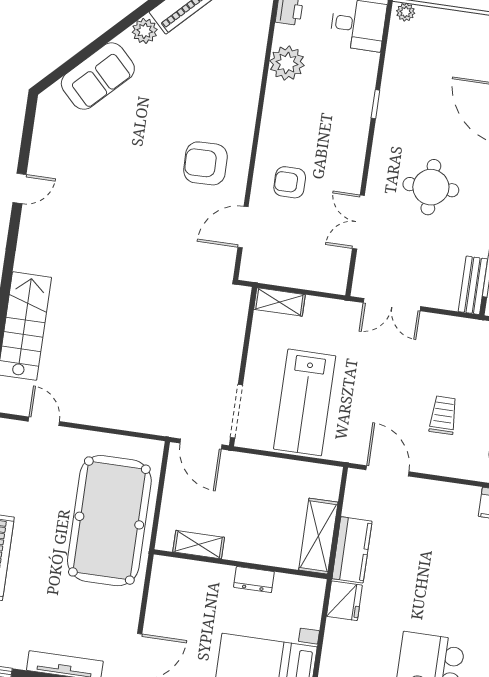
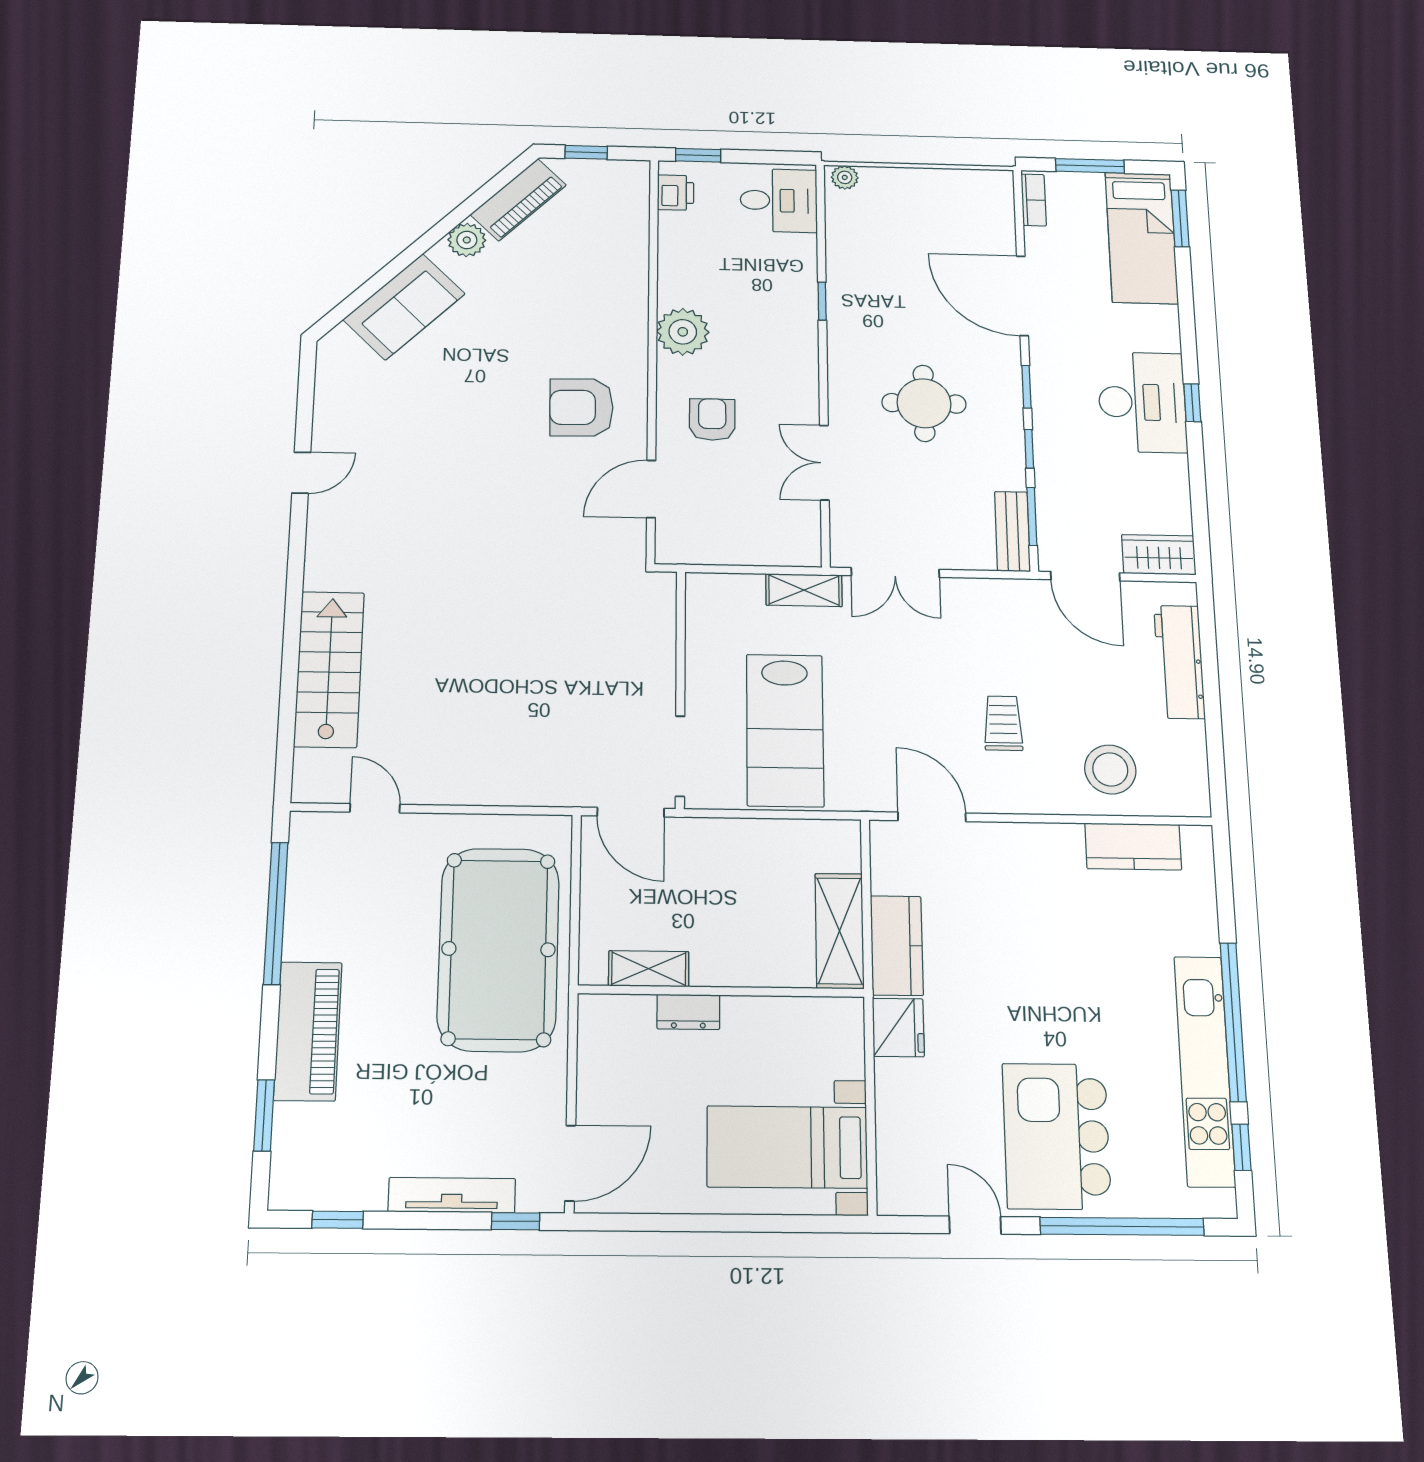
plant: (287, 63) -> (683, 332), moved
armchair: (290, 182) -> (712, 420), turned 90
shelving: (279, 302) -> (804, 590), moved
dresser: (254, 580) -> (688, 1012), moved

